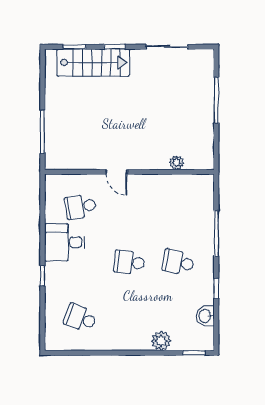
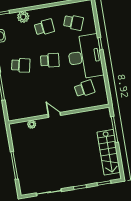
stairs: (93, 63) -> (109, 152), moved, turned -90
door: (117, 172) -> (54, 115), moved
desk: (65, 242) -> (85, 57), width x1.87, depth x1.30
school desk: (129, 318) -> (44, 27), added

